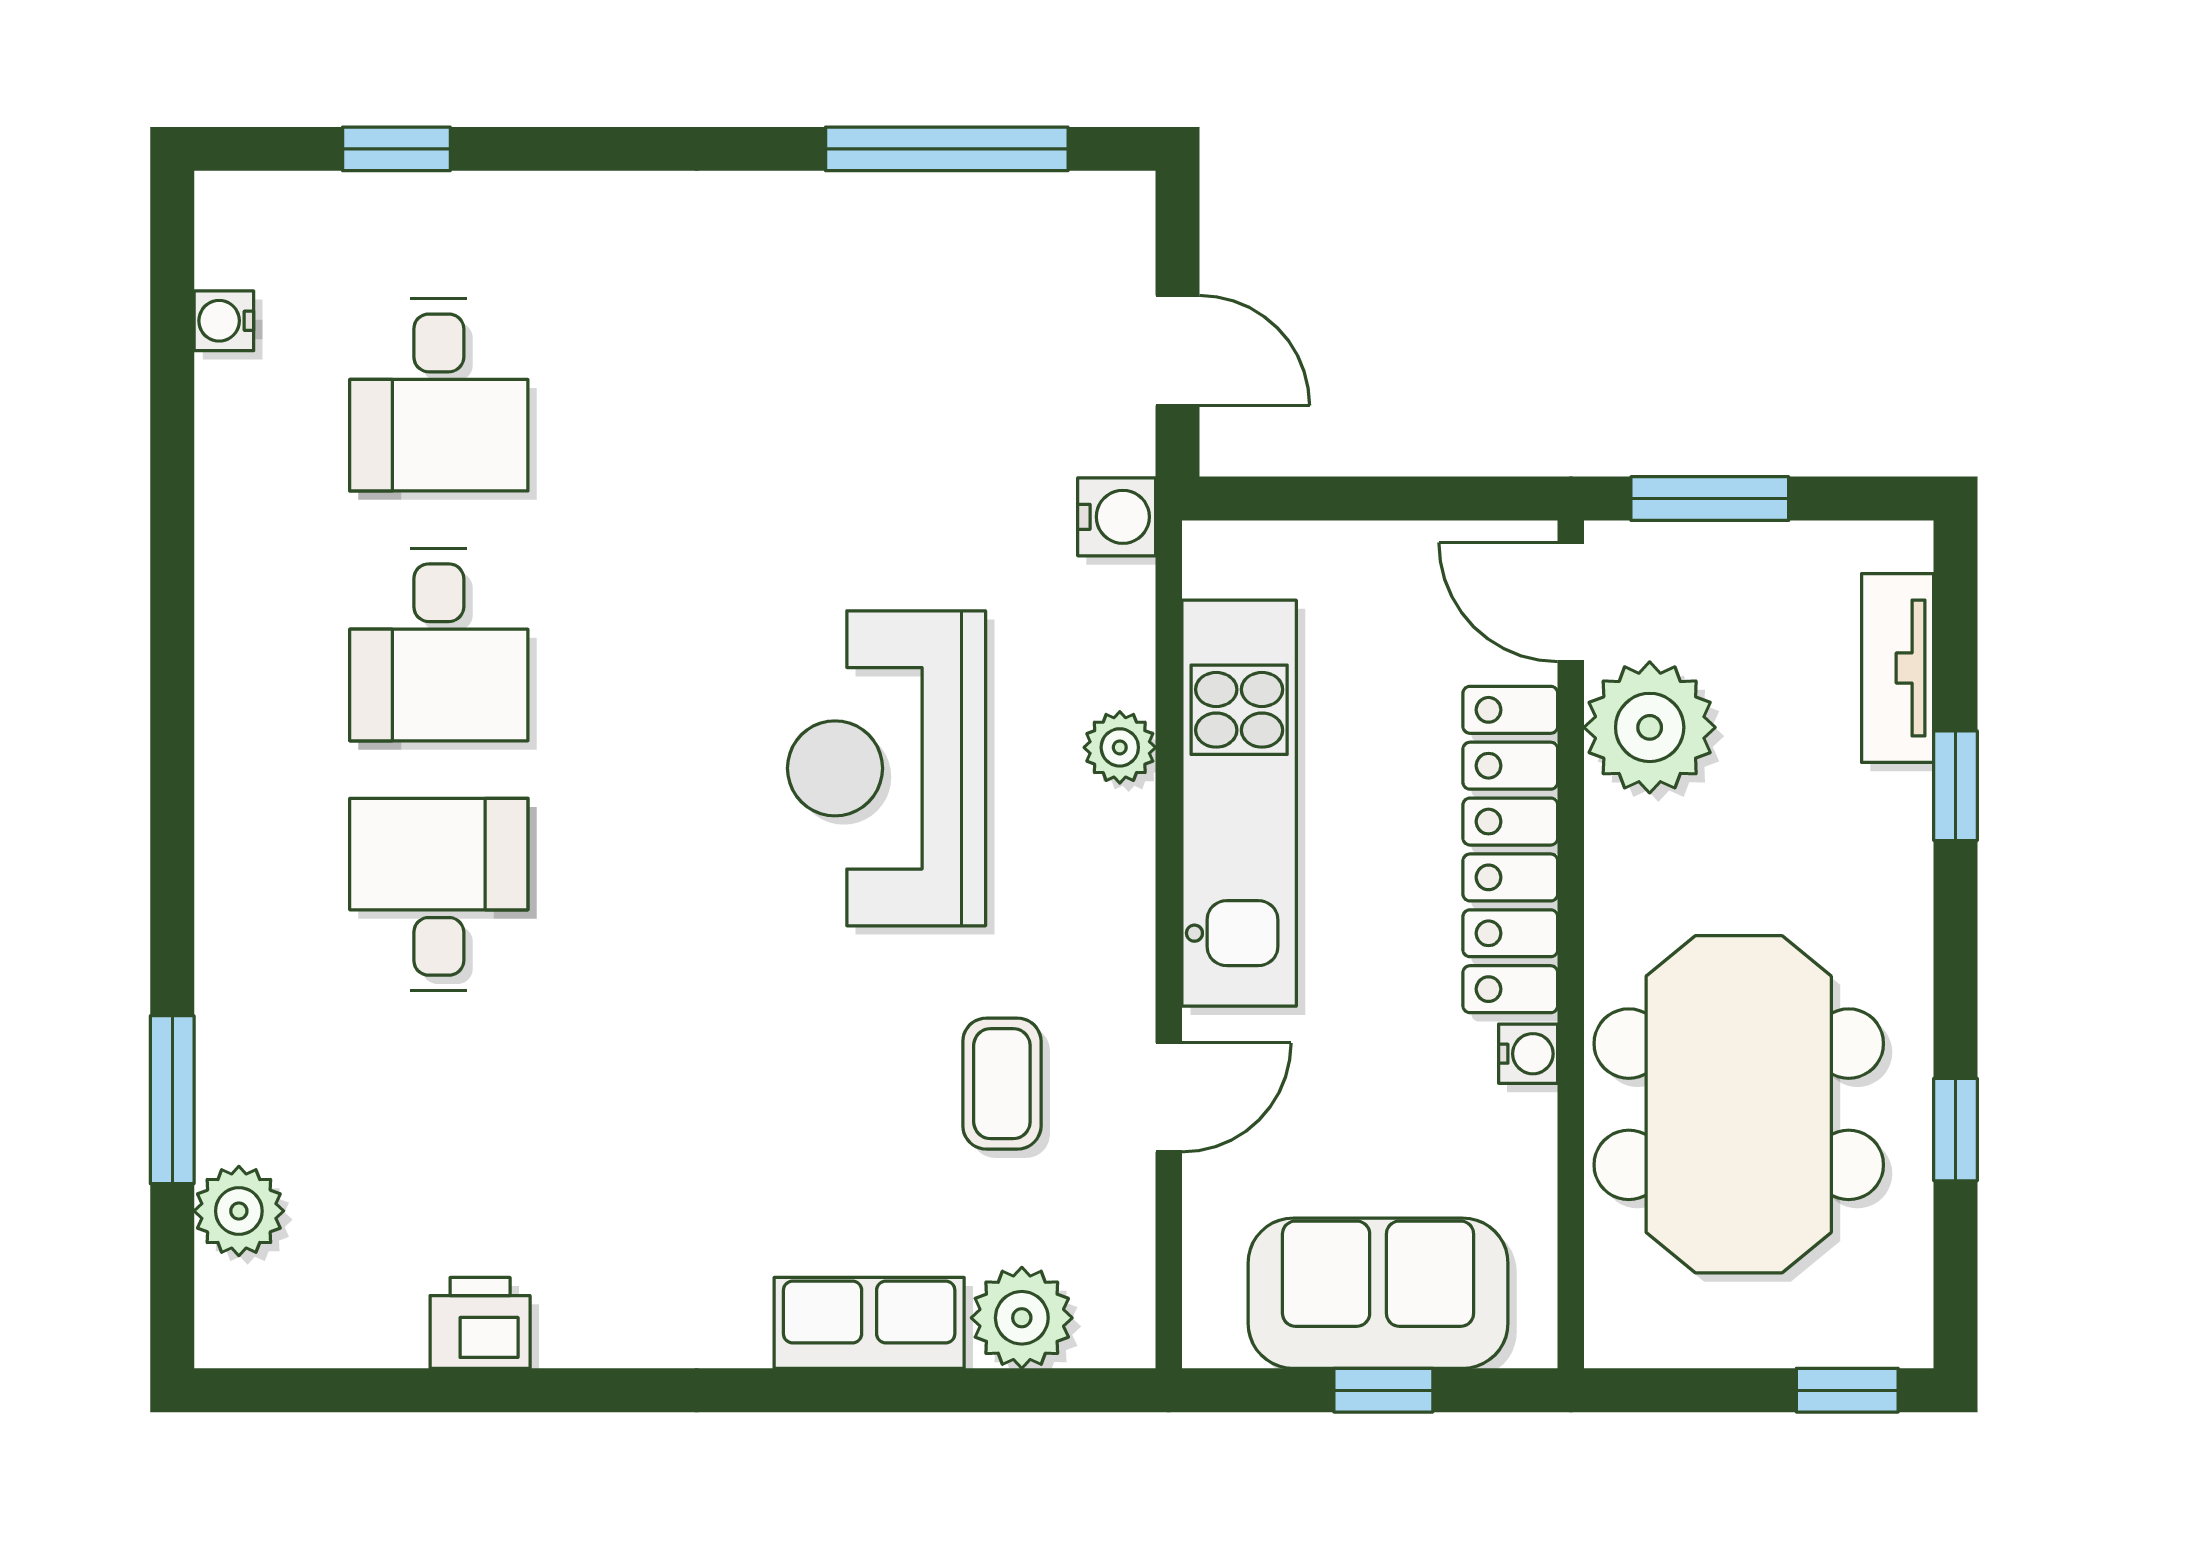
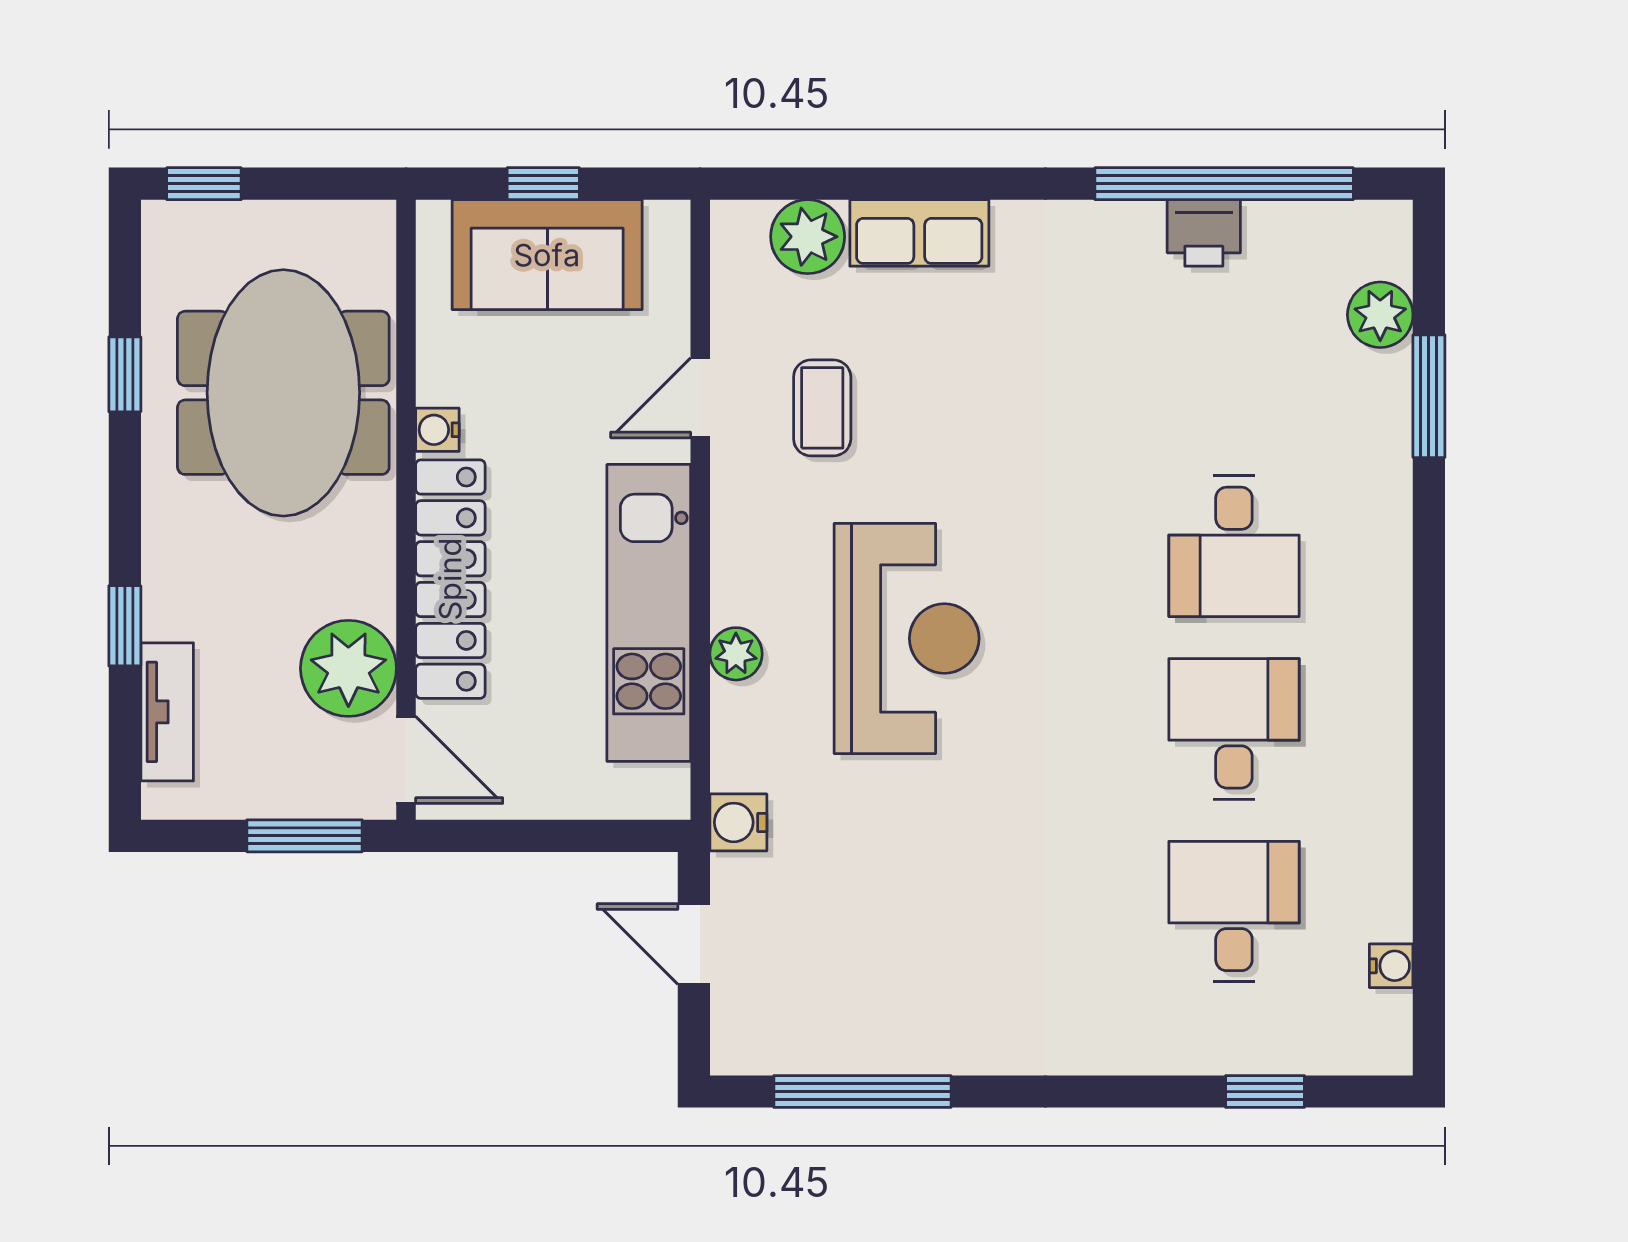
window: (452, 1390) -> (1224, 184), added

